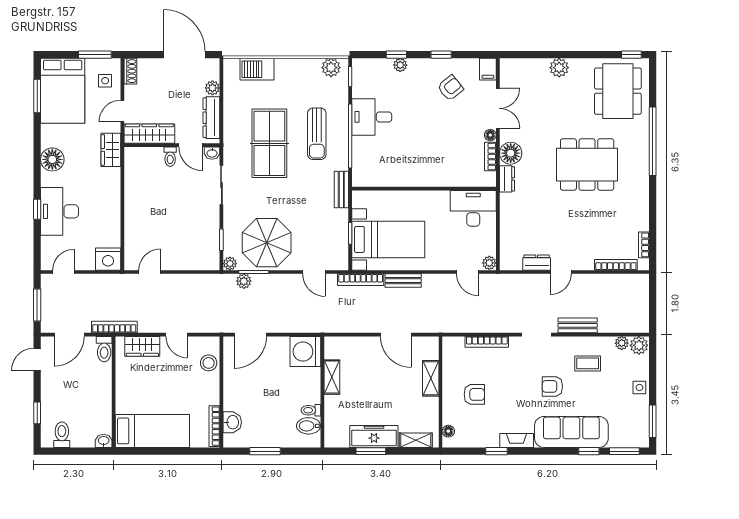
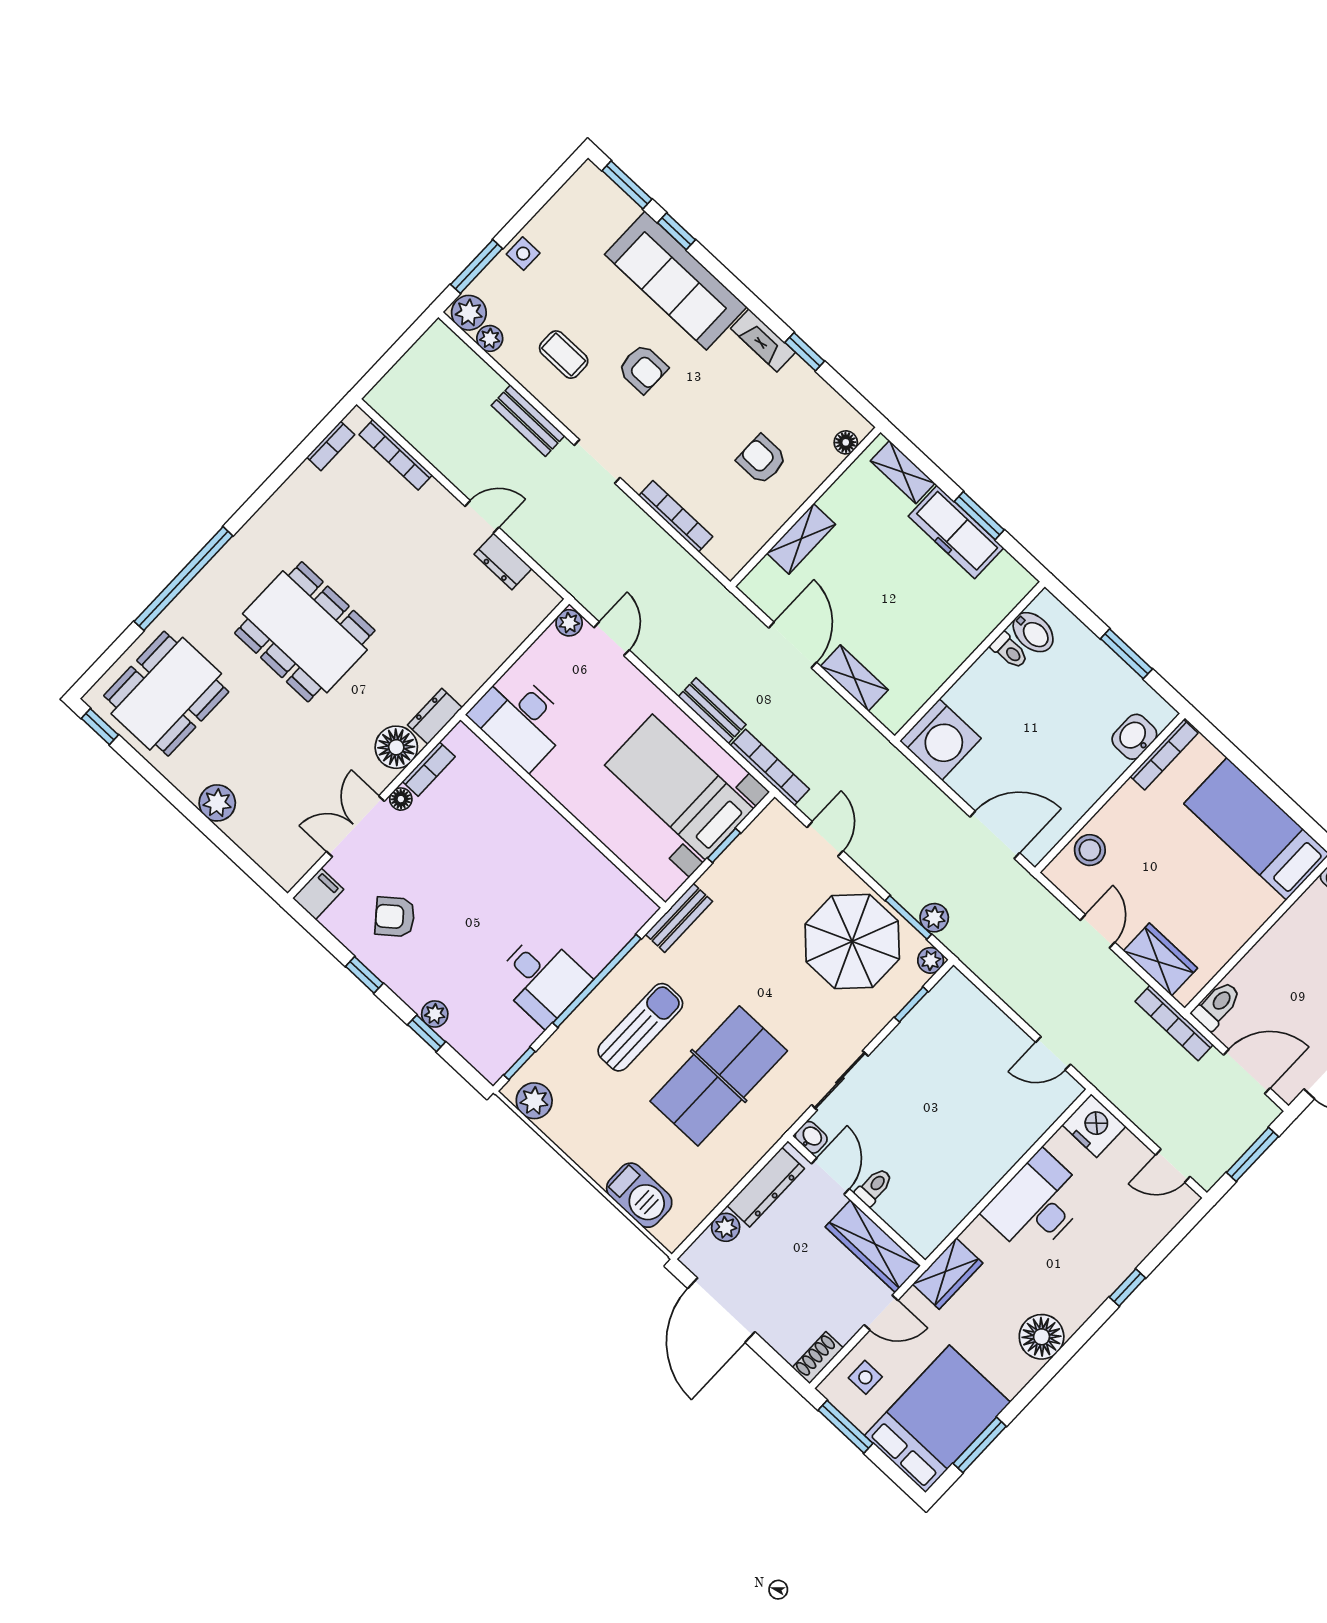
desk: (60, 211) -> (1037, 1204), moved, turned 180
shelving: (332, 377) -> (854, 678), moved, turned 90
window: (653, 421) -> (477, 266), moved

